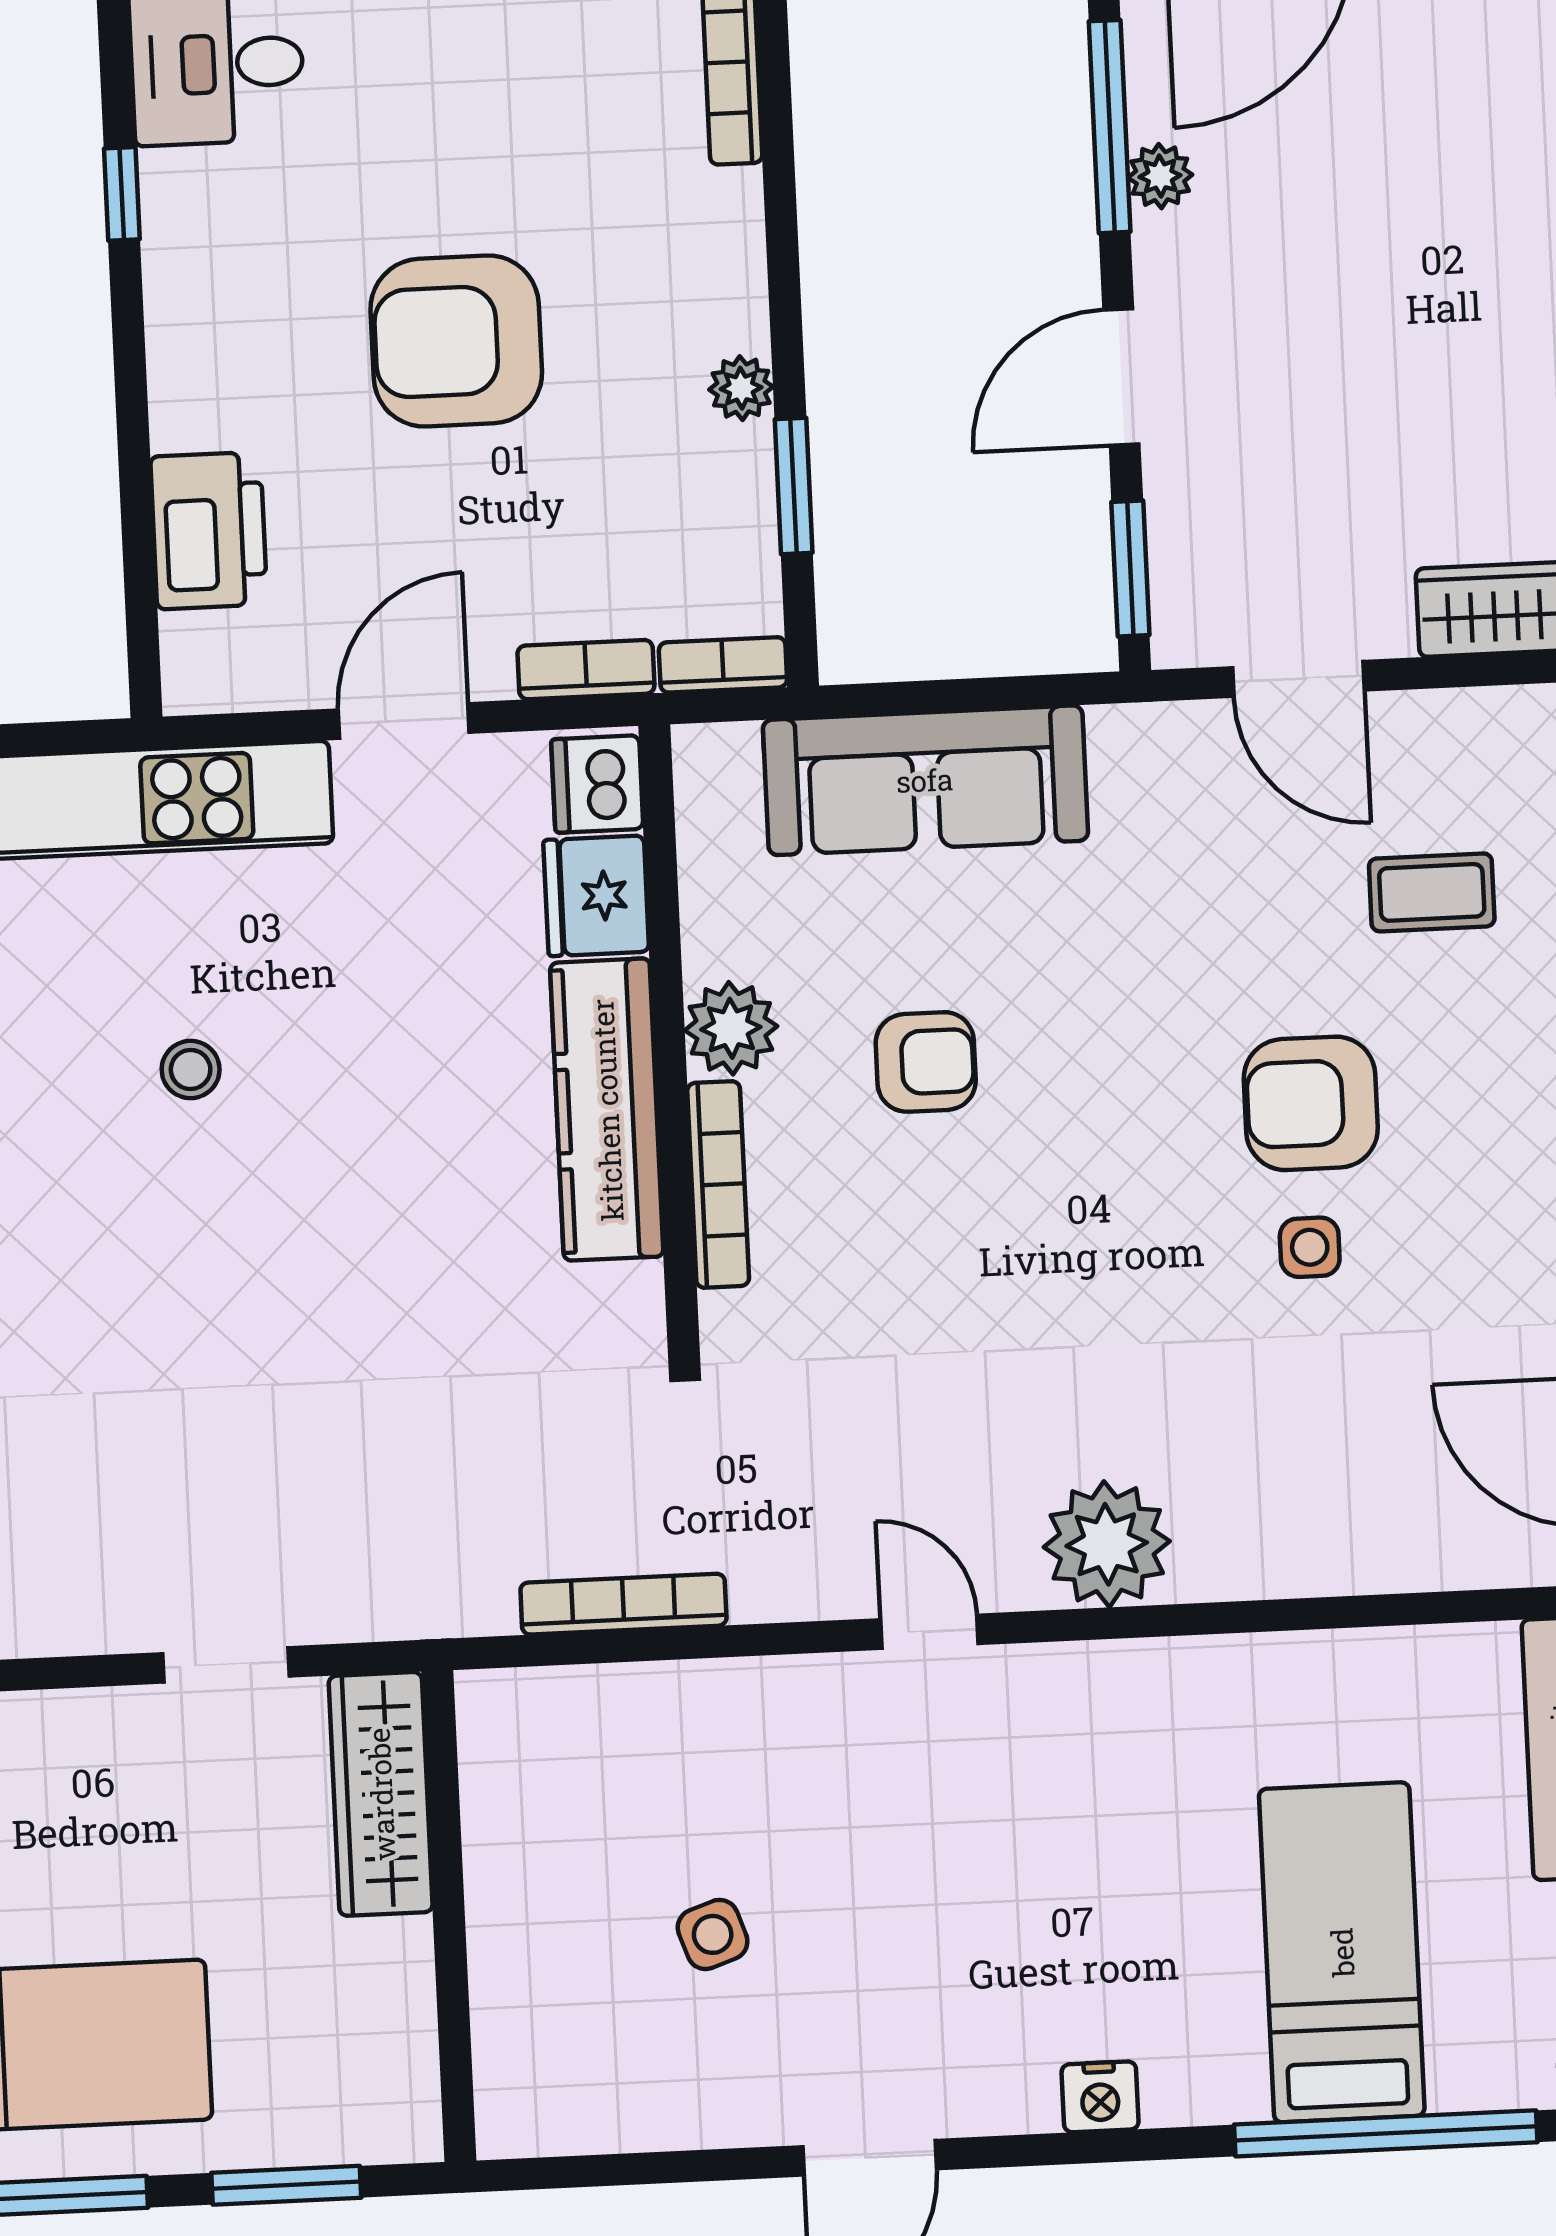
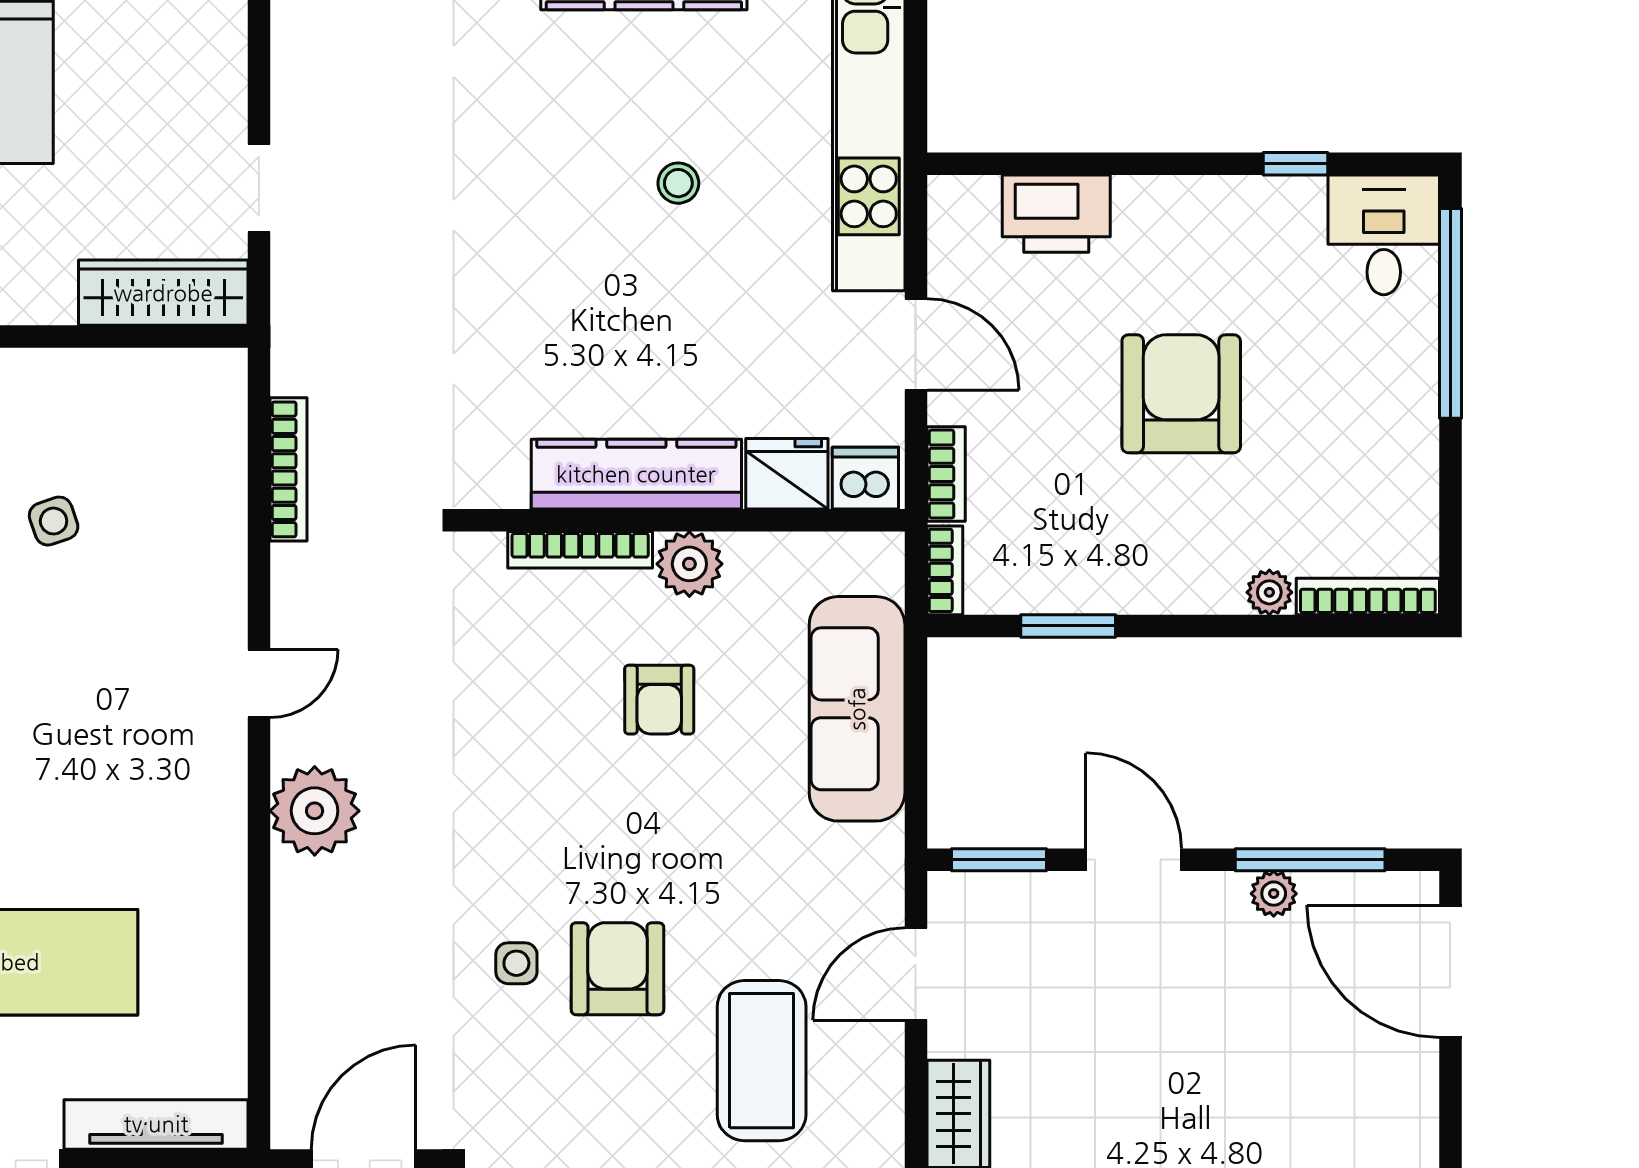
plant: (741, 388) -> (1269, 592), moved
coffee table: (1432, 892) -> (762, 1061), width x1.86, depth x1.72

